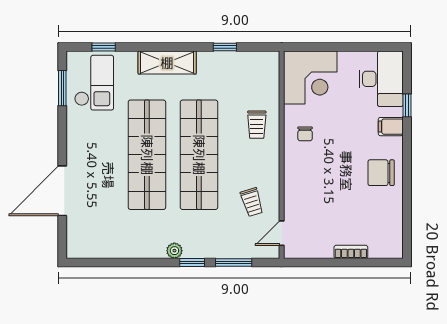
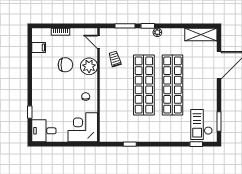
shelving: (167, 63) -> (201, 34), moved
desk: (381, 79) -> (44, 131), width x0.73
trolley: (257, 125) -> (112, 102), removed
filing cabinet: (391, 127) -> (39, 47), moved
chair: (381, 173) -> (65, 65), moved
plant: (299, 189) -> (89, 66), added
door: (282, 233) -> (99, 42), swing flipped

